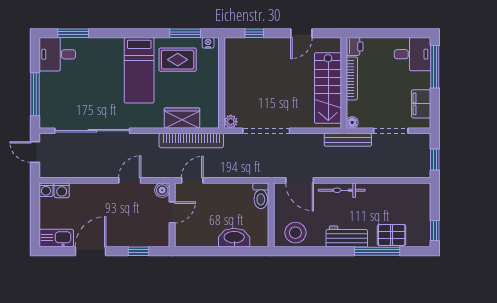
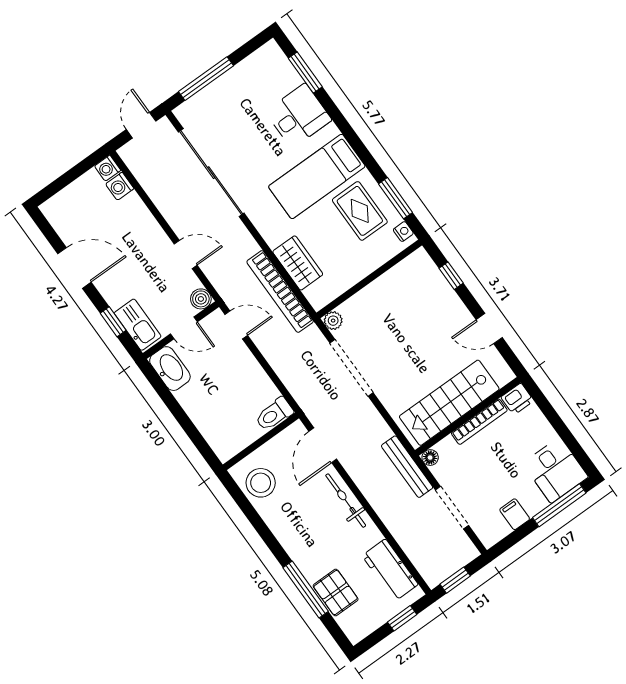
desk: (57, 54) -> (298, 116), moved, turned 90
filing cabinet: (421, 104) -> (515, 514), width x0.50
window: (435, 230) -> (402, 618), moved
workbench: (347, 237) -> (390, 570), moved, turned 180
kitchen sink: (56, 238) -> (138, 325), moved
washbasin: (234, 238) -> (170, 369), moved

